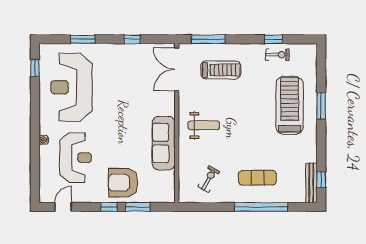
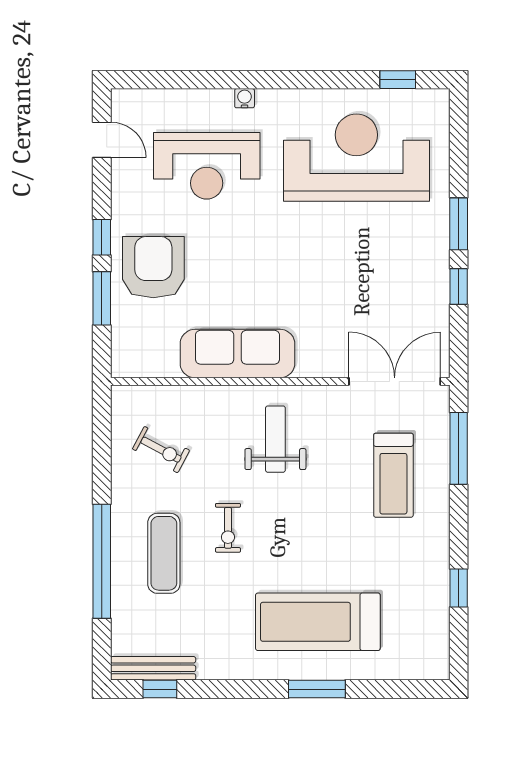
window: (83, 39) -> (459, 224), moved
exercise bike: (277, 55) -> (228, 528), moved
treadmill: (290, 105) -> (318, 622), turned 180
weight bench: (204, 125) -> (275, 439), turned 180

